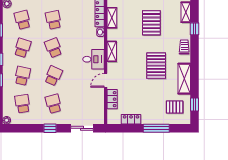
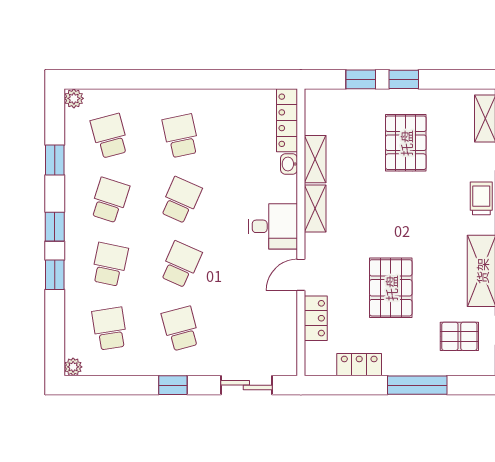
shelving: (112, 18) -> (315, 159), moved
school desk: (53, 48) -> (181, 200), turned 45
pallet: (156, 66) -> (391, 288), moved

